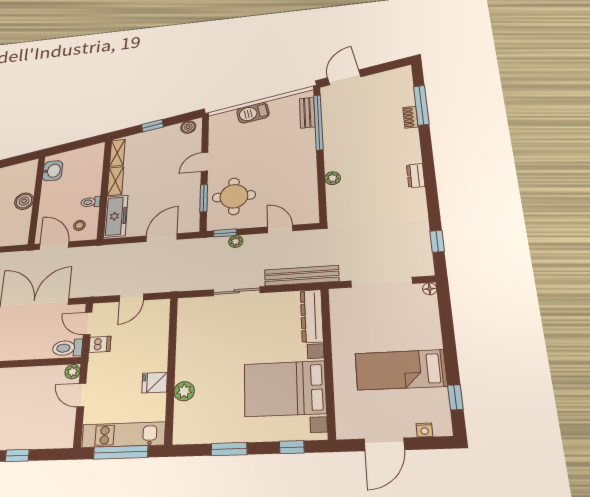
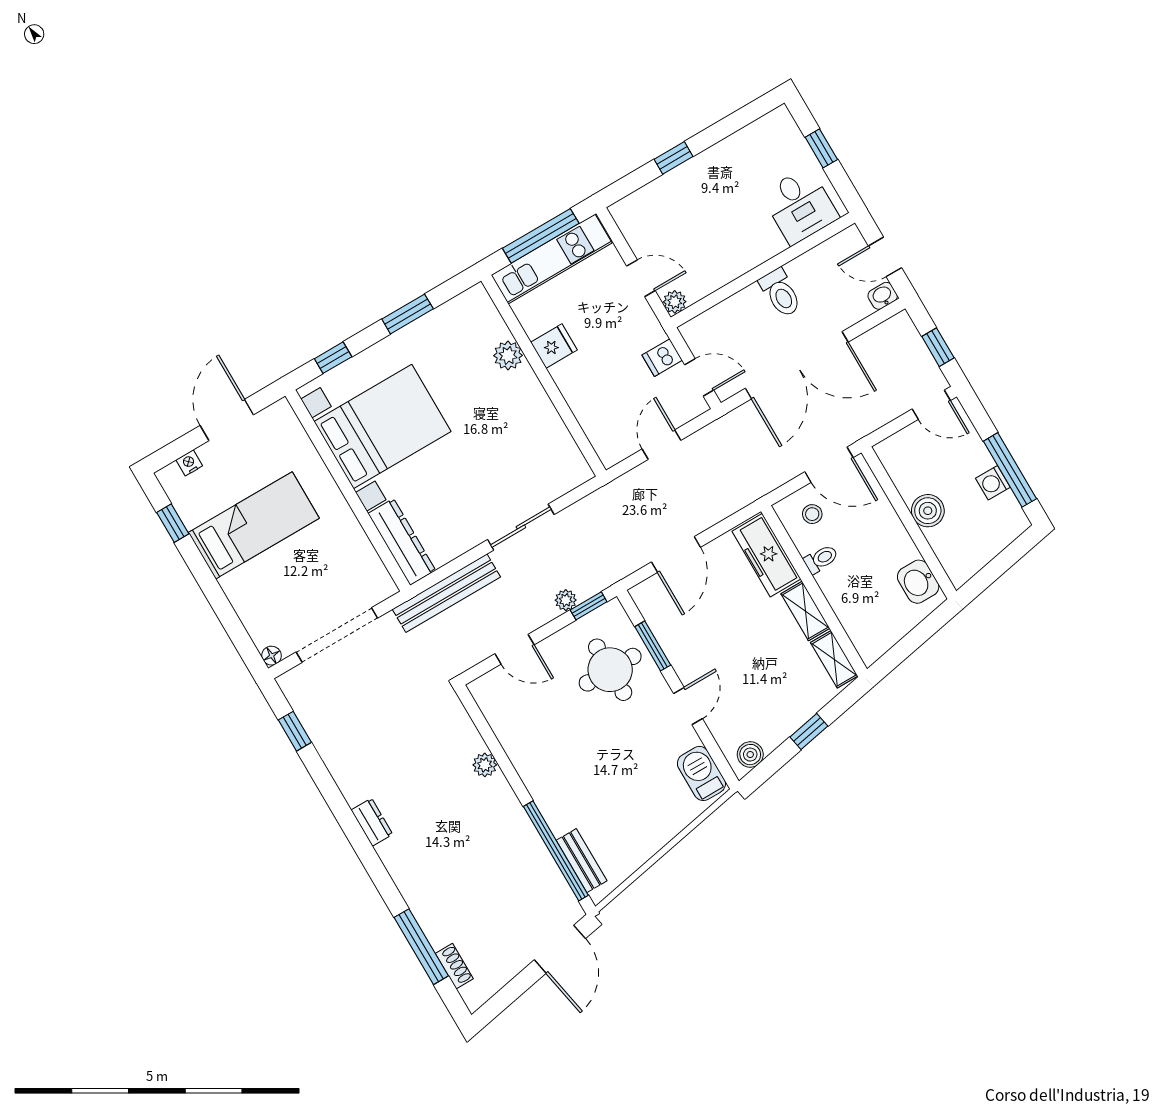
barbecue: (253, 113) -> (701, 773), moved, turned -79
shoe rack: (411, 117) -> (454, 966), moved
toilet: (67, 348) -> (780, 293), moved, turned 90

